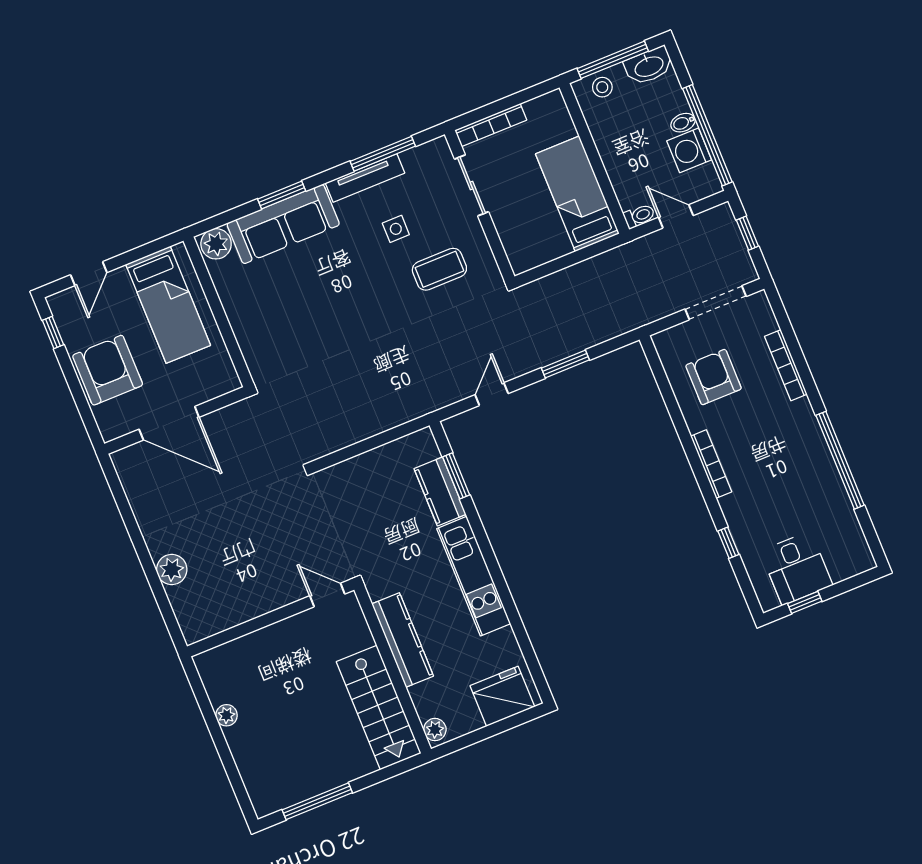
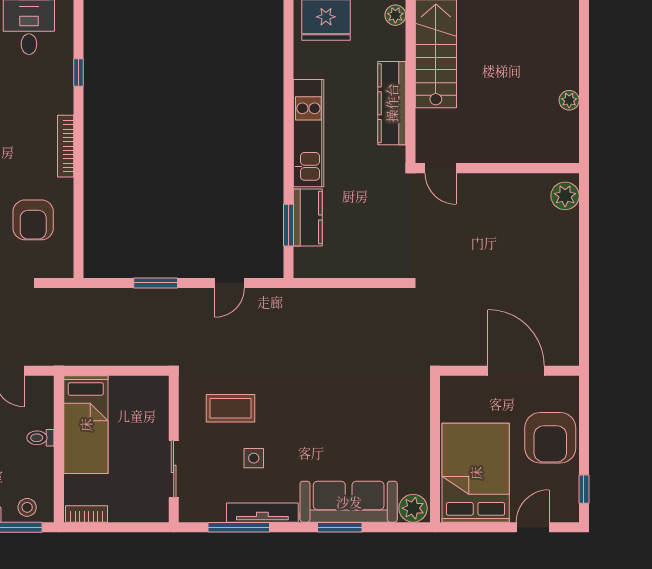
bookcase: (491, 125) -> (86, 514), moved, width x0.64
toilet: (639, 216) -> (40, 438), moved
bed: (168, 305) -> (476, 473), width x1.50
plant: (172, 570) -> (565, 196), moved

